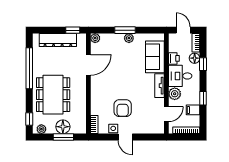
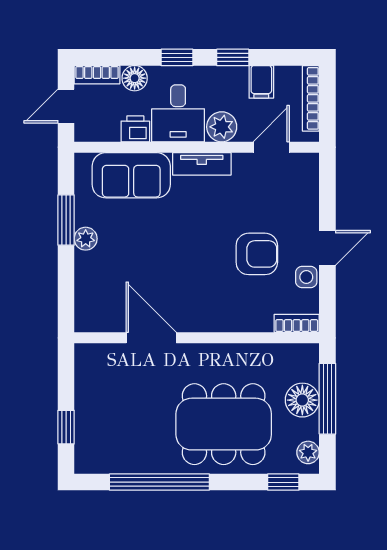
window: (73, 30) -> (66, 427), moved
window: (125, 30) -> (66, 220), moved
plant: (95, 38) -> (86, 321), removed
dresser: (58, 40) -> (90, 412), removed
window: (203, 64) -> (177, 57), moved
door: (166, 114) -> (271, 147), hinge flipped
window: (63, 137) -> (327, 399), width x1.44

